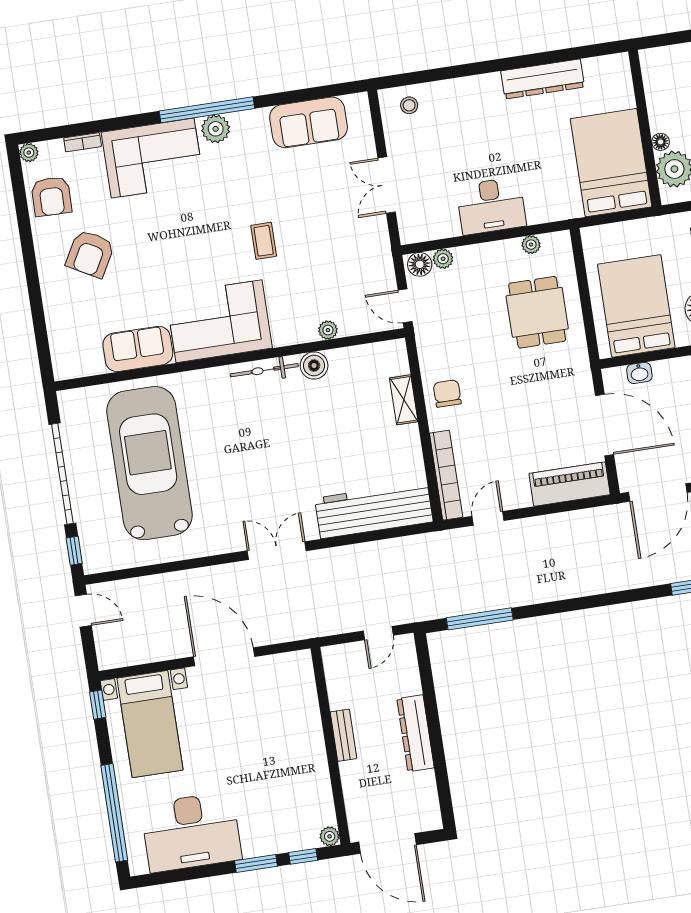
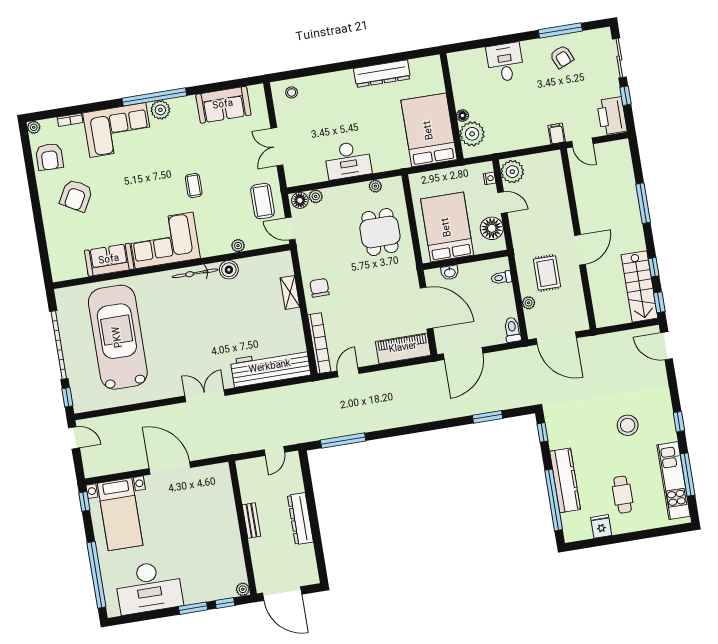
coffee table: (365, 265) -> (263, 201), added

